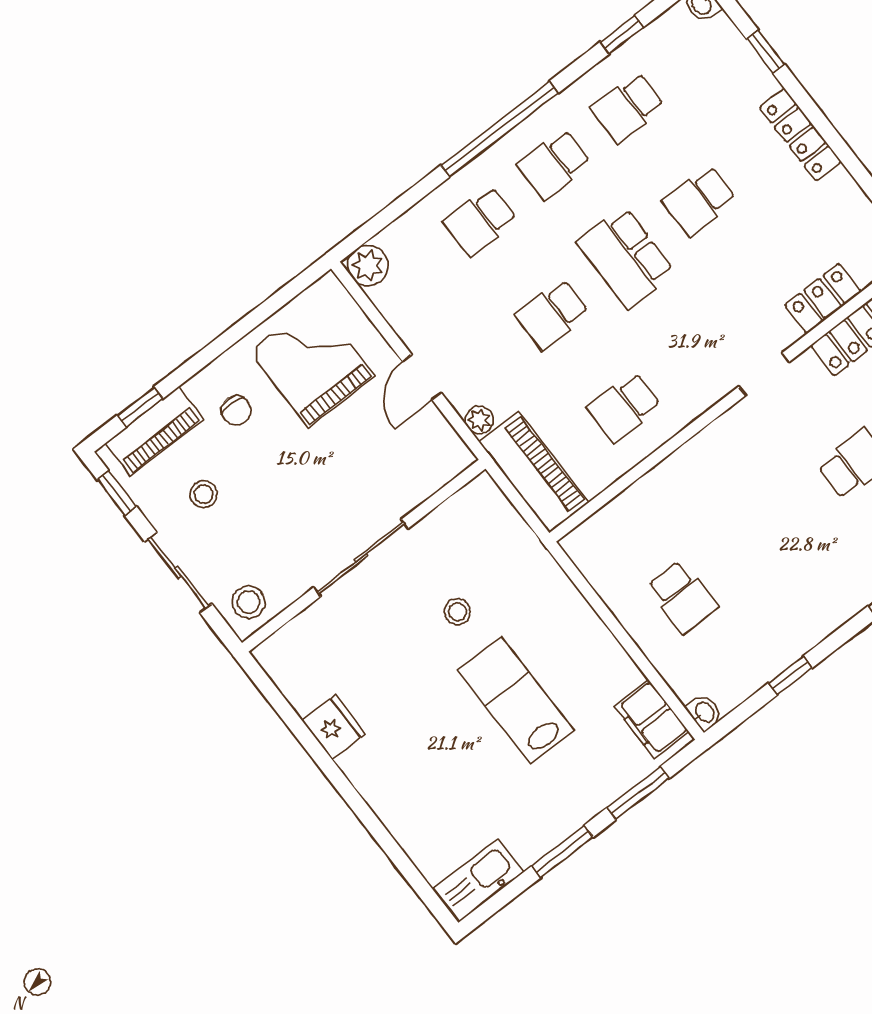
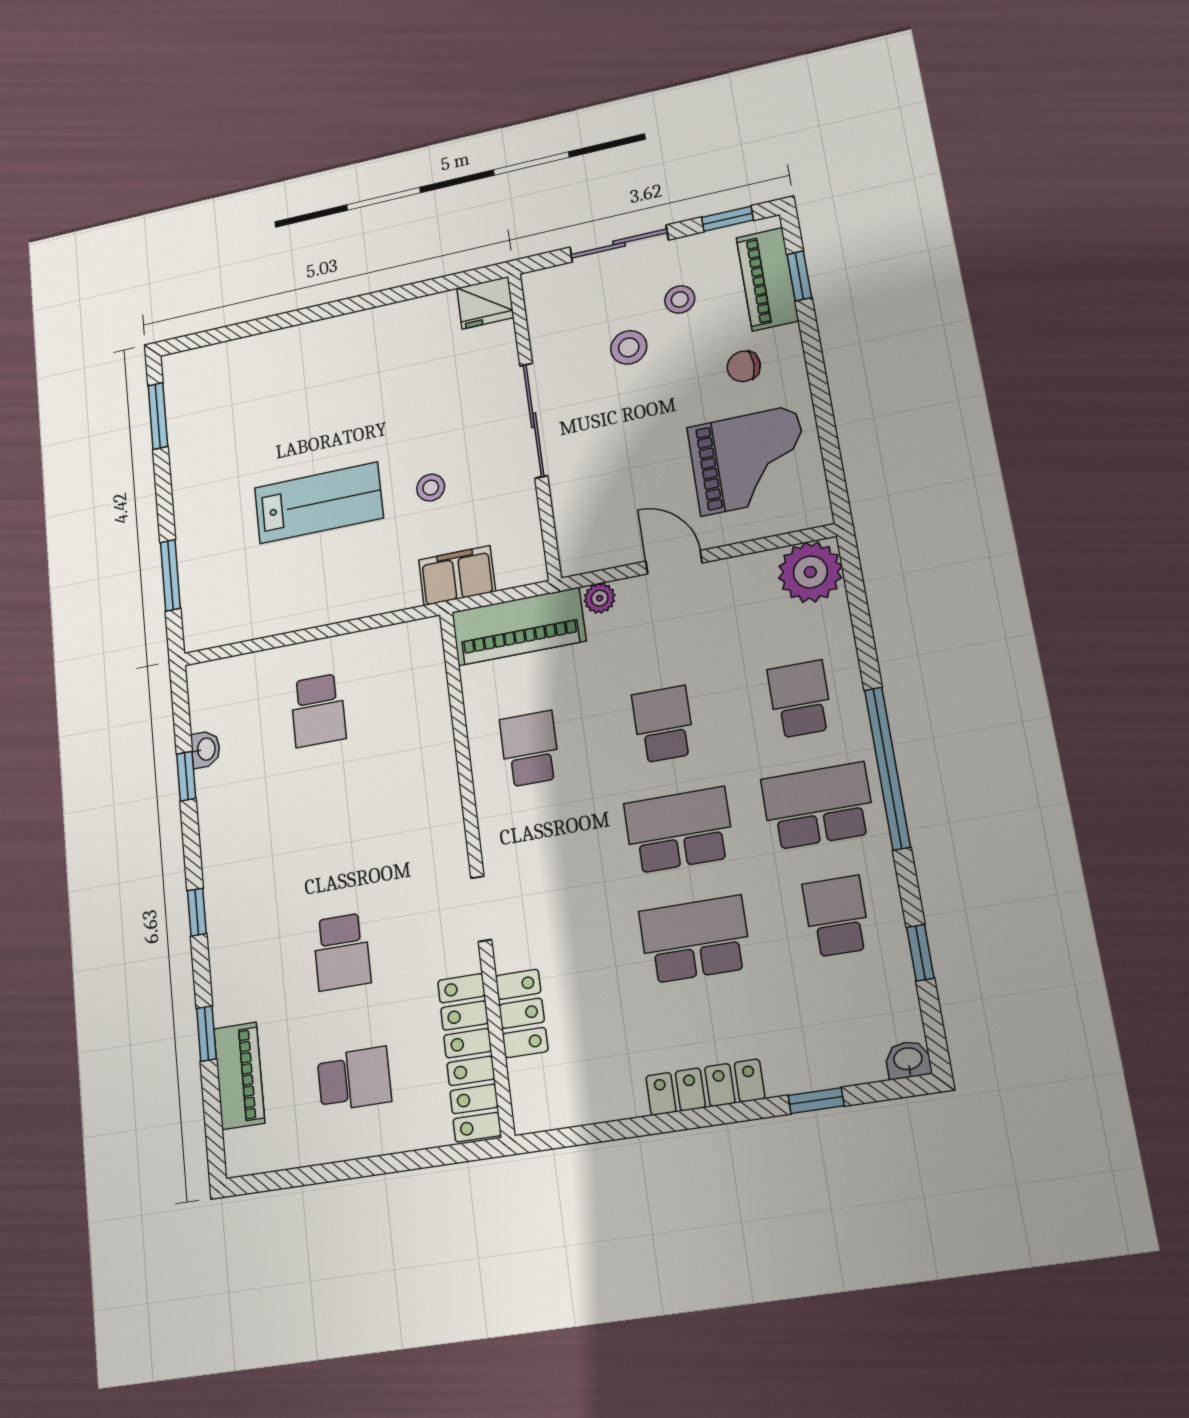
school desk: (554, 164) -> (818, 806), width x1.85
school desk: (699, 200) -> (695, 939), width x1.85
plant: (368, 265) -> (810, 572), width x1.36, depth x1.36
school desk: (682, 597) -> (318, 710), turned -90
stool: (249, 602) -> (629, 347), moved
washbasin: (704, 712) -> (206, 749), moved, turned -90
filing cabinet: (651, 719) -> (457, 576), moved
fridge: (334, 727) -> (485, 303), moved
window: (563, 851) -> (158, 416), moved
kitchen sink: (479, 880) -> (185, 392), removed

